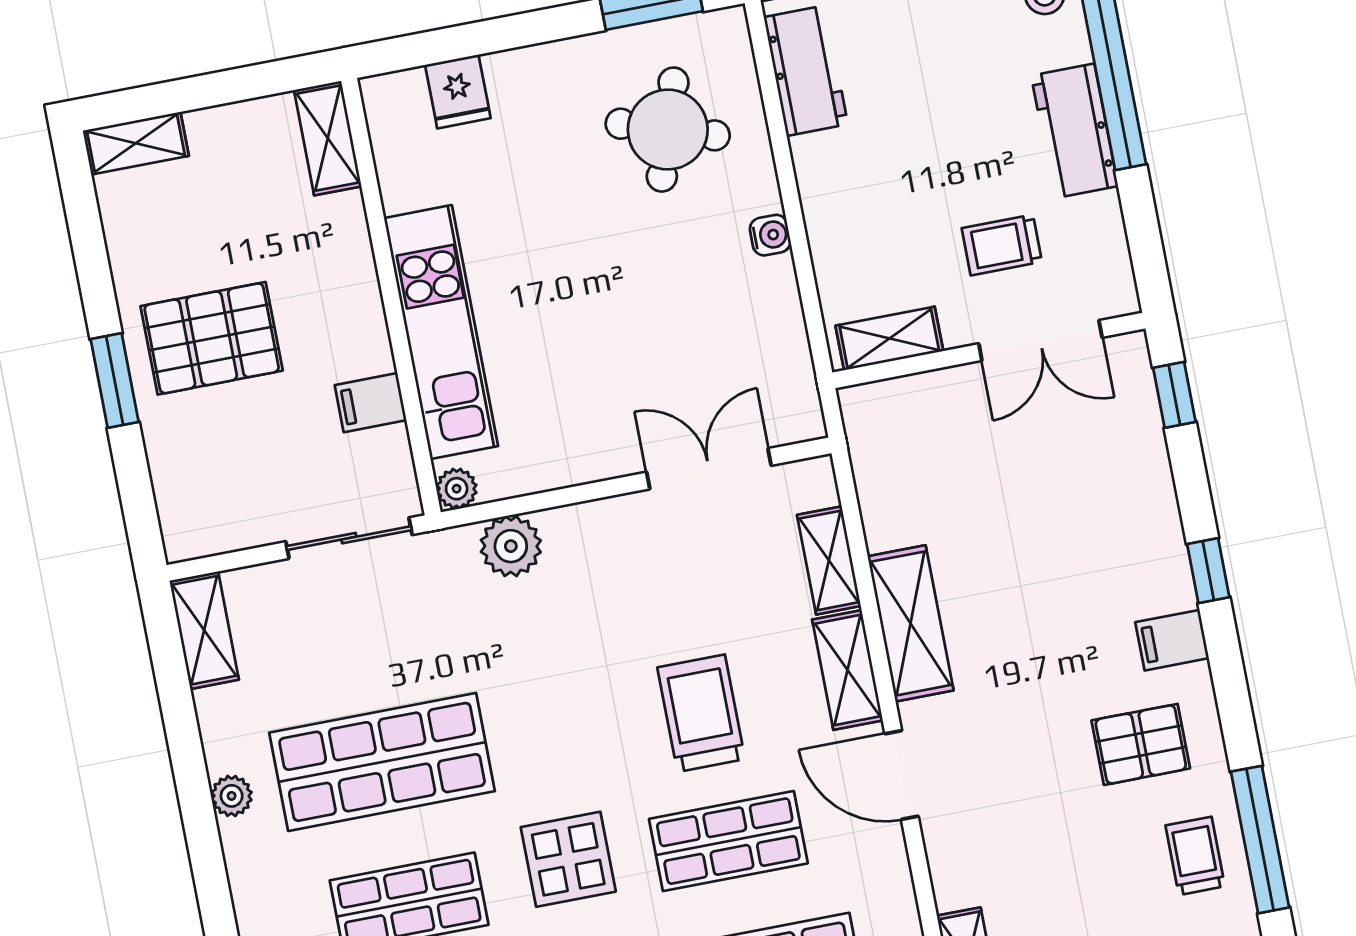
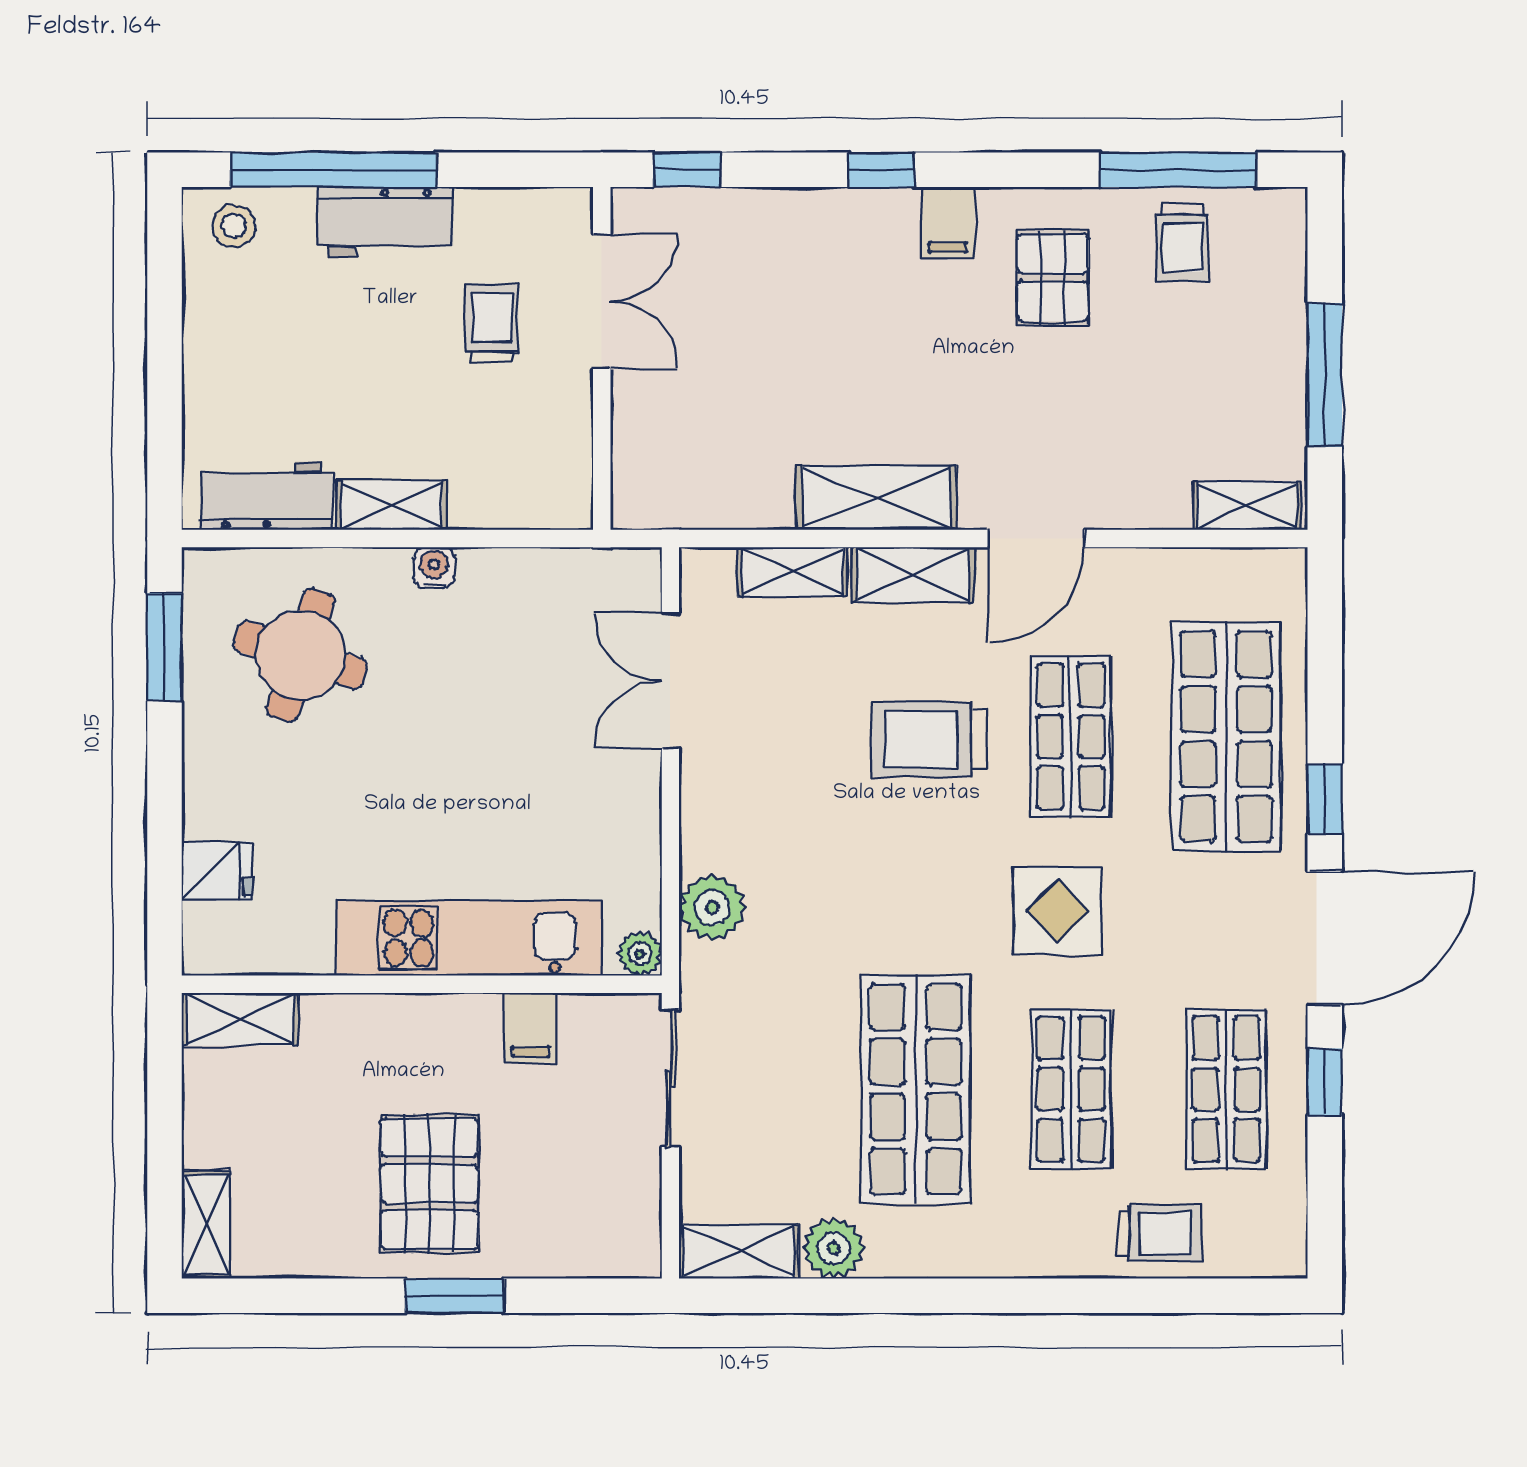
trolley: (1002, 245) -> (492, 323), turned 180
shelving: (889, 338) -> (391, 505), moved, turned 90
plant: (232, 796) -> (834, 1248), moved, width x1.38, depth x1.38
trolley: (1195, 856) -> (1183, 242), turned -90

